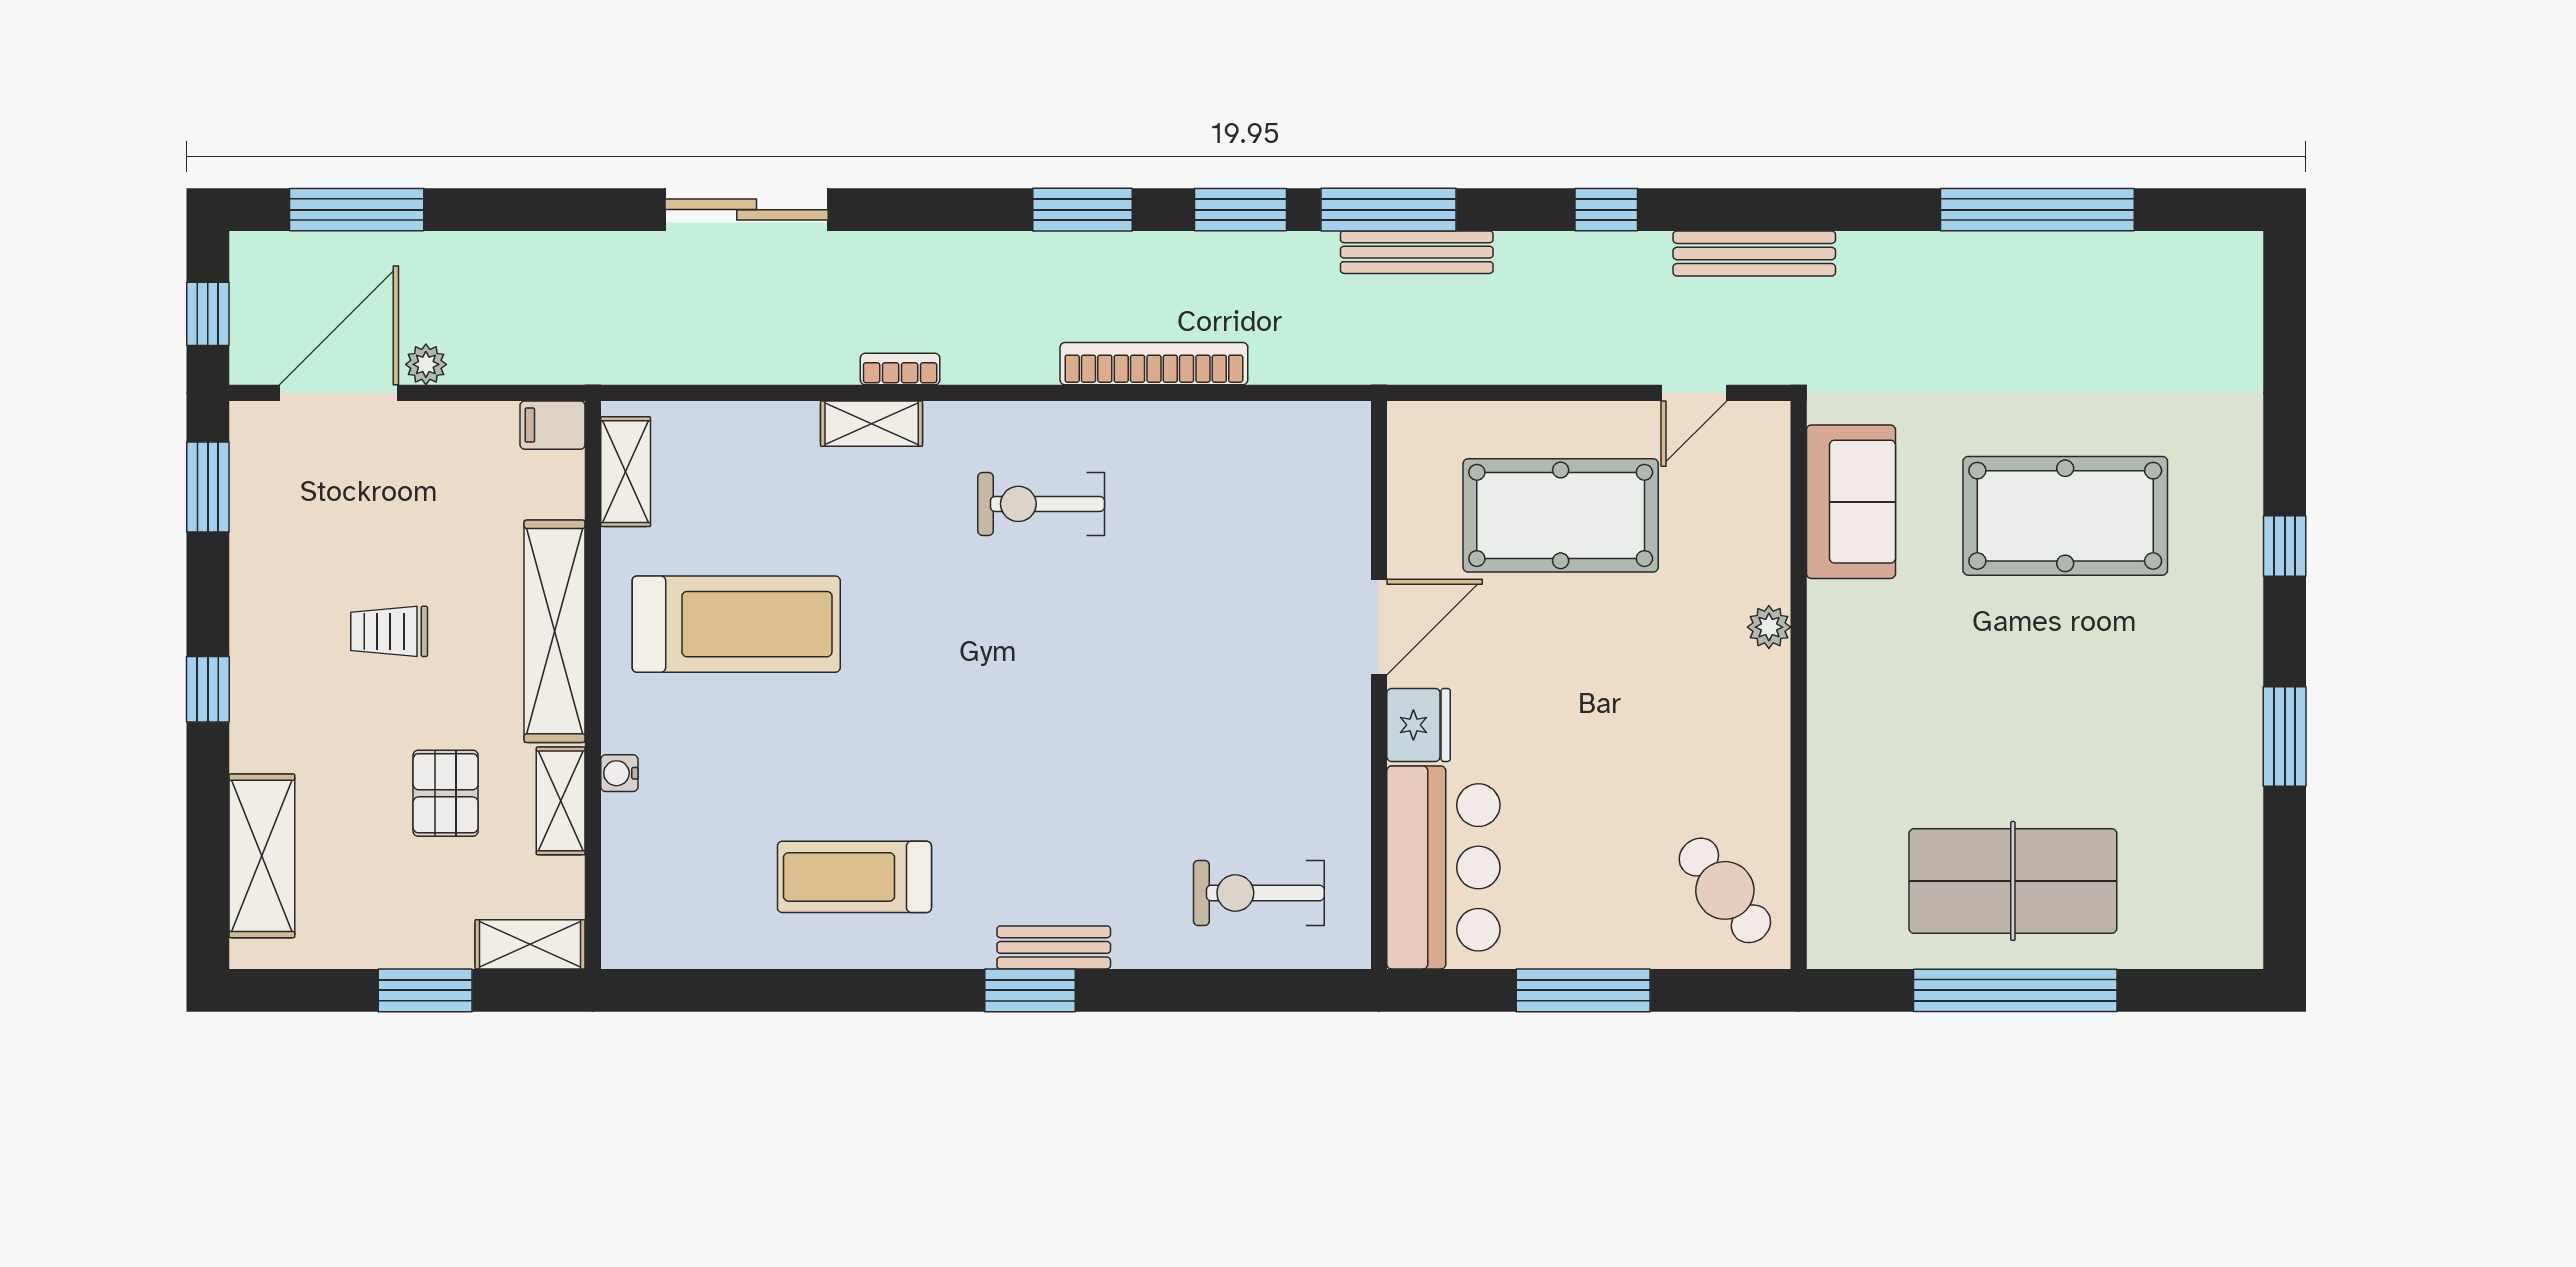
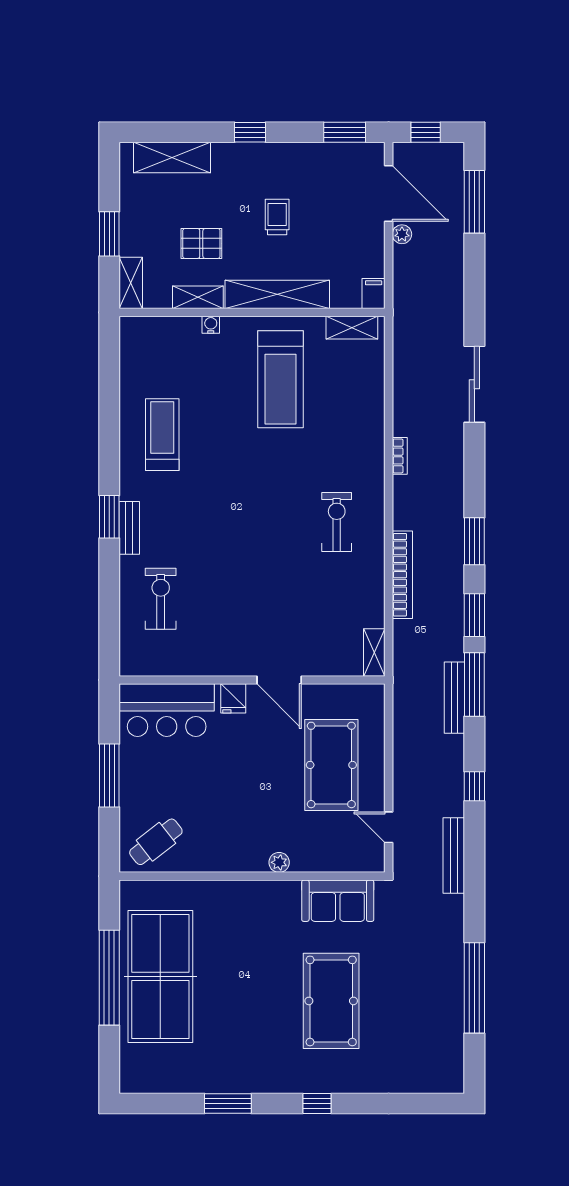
shelving: (872, 424) -> (374, 652), moved
fridge: (1419, 725) -> (233, 698), width x0.72
table tennis table: (2013, 881) -> (160, 976), width x1.36, depth x1.32
exercise bike: (1259, 893) -> (161, 599), moved

